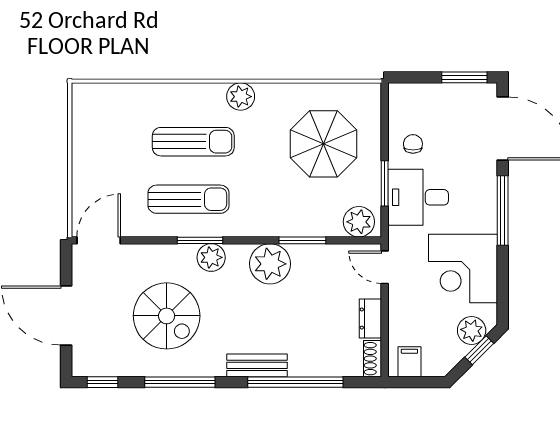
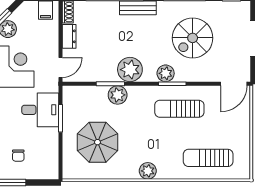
sun lounger: (193, 142) -> (208, 158), moved
chair: (413, 144) -> (18, 156), moved
plant: (359, 222) -> (118, 95), moved
door: (385, 267) -> (61, 67), hinge flipped
spiral stairs: (167, 316) -> (193, 38), turned -90

